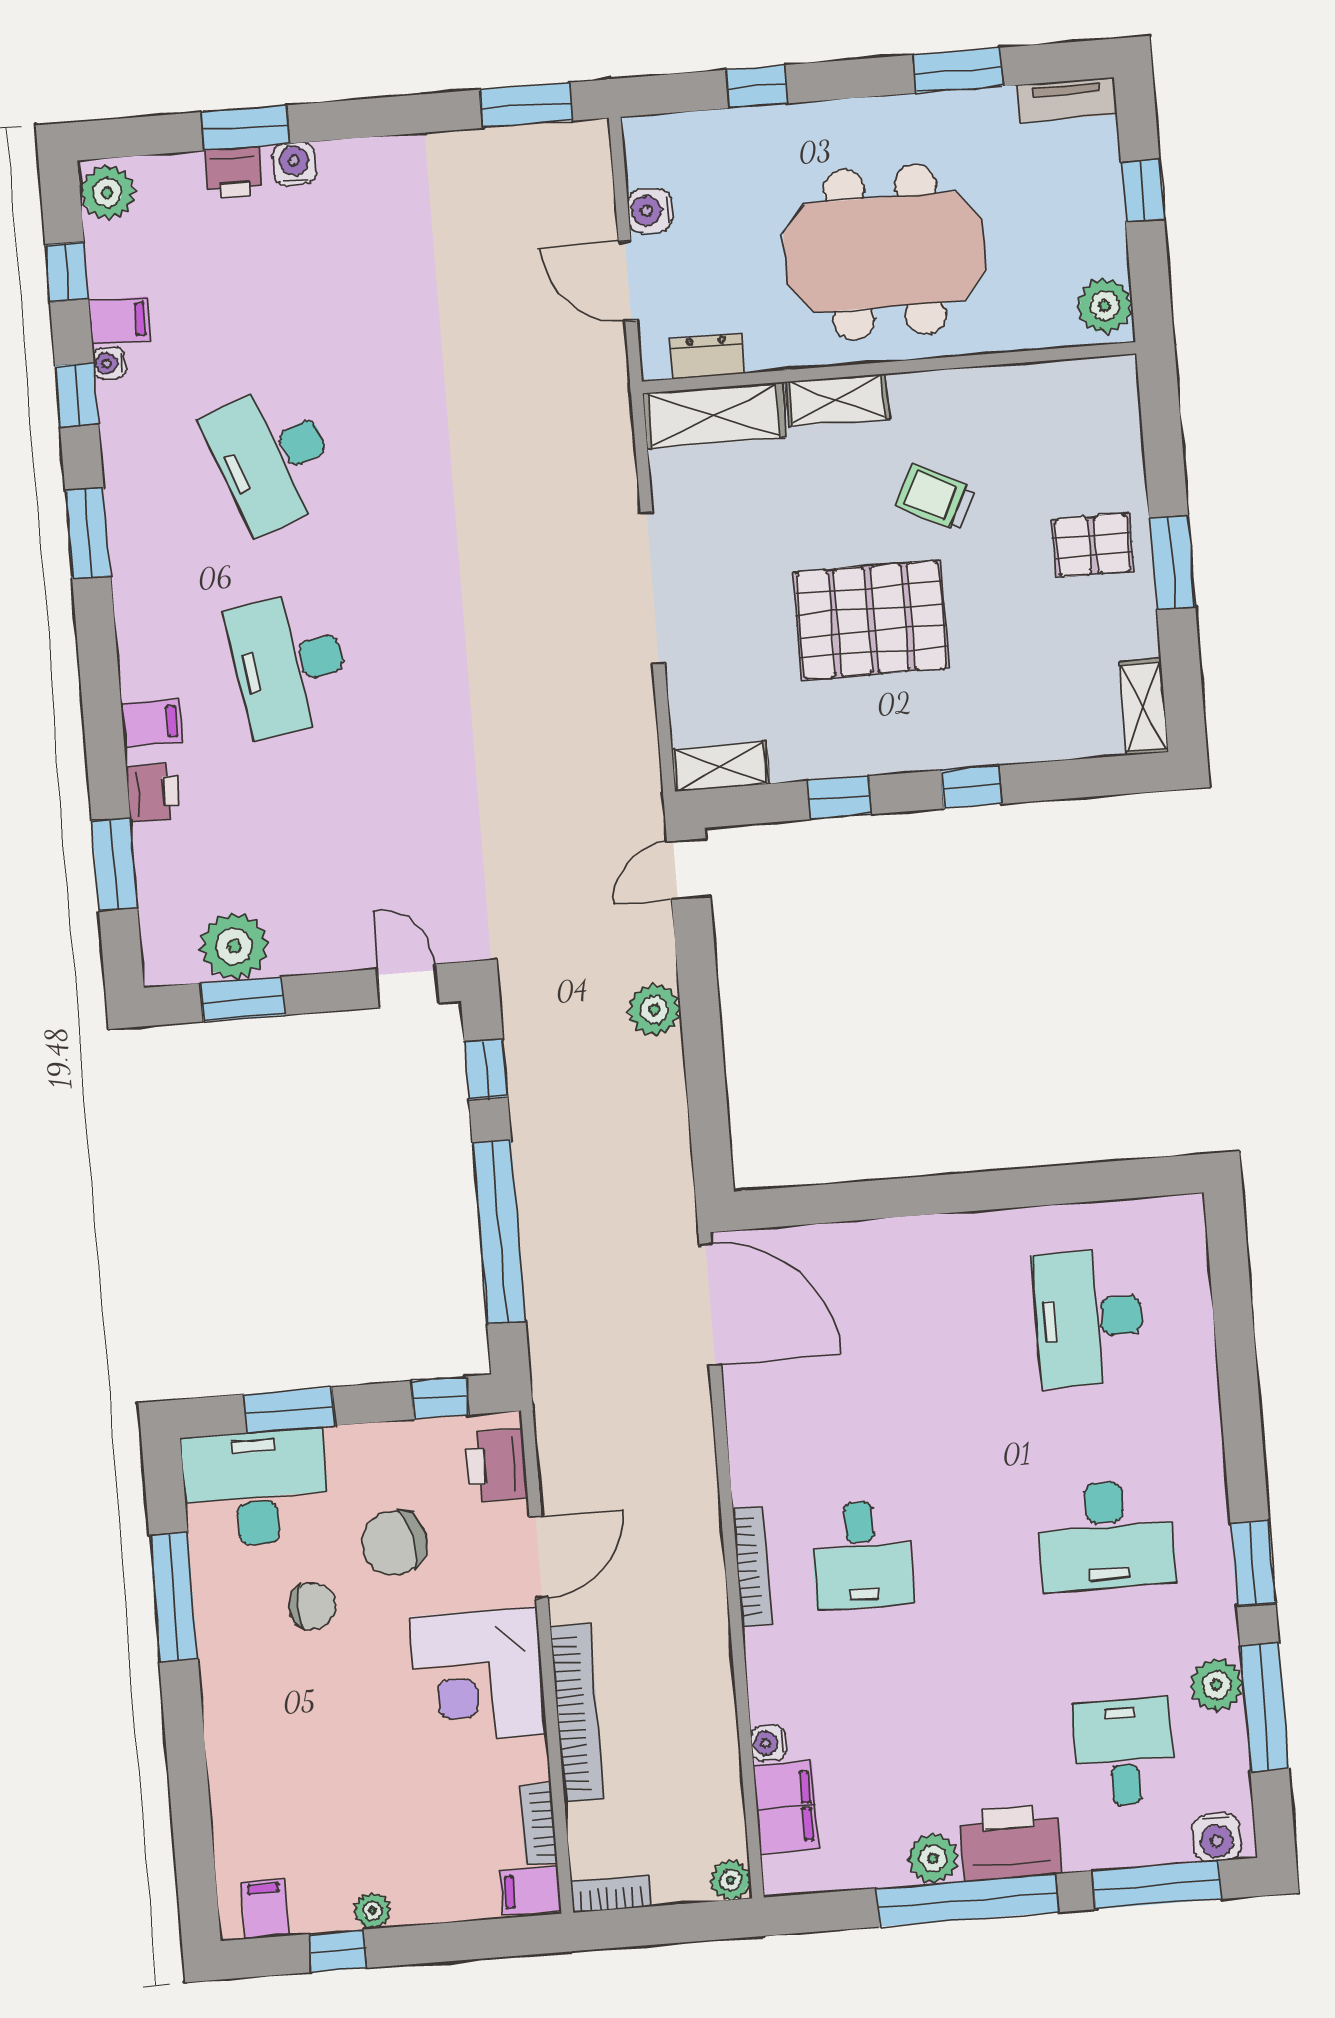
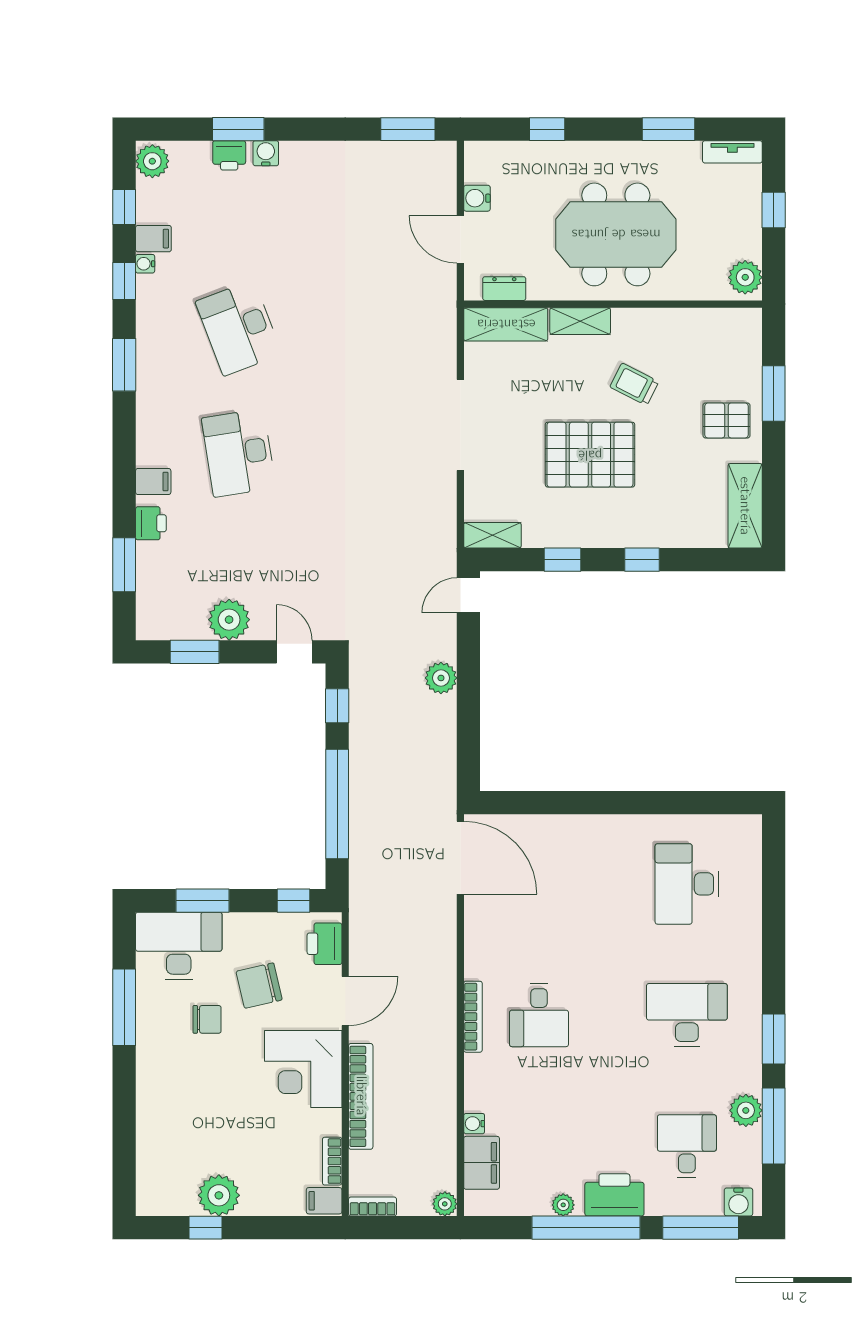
window: (1172, 563) -> (774, 393), moved
shelving: (1144, 707) -> (745, 506), width x1.50, depth x1.33
plant: (234, 946) -> (229, 620), moved
desk: (1106, 1535) -> (687, 1015), turned 180
plant: (933, 1858) -> (563, 1205), width x0.73, depth x0.73
filing cabinet: (265, 1909) -> (164, 1199), removed
plant: (373, 1911) -> (219, 1195), width x1.88, depth x1.88

